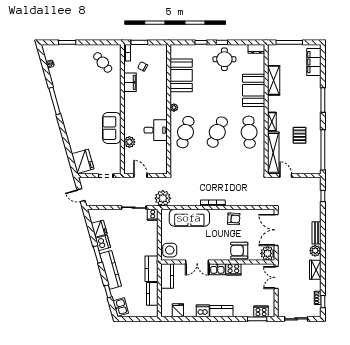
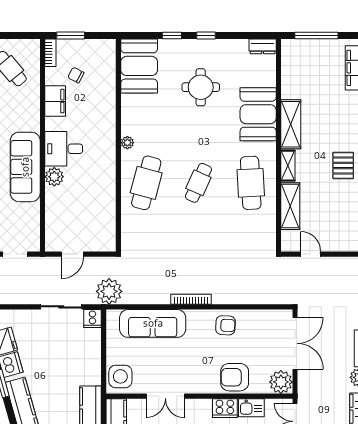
round table: (224, 59) -> (201, 87), moved
booth: (181, 75) -> (139, 66), moved
shelving: (274, 80) -> (291, 124), moved
sofa: (112, 128) -> (25, 167), width x1.36
desk: (156, 130) -> (64, 149), moved, turned 180
cafe table: (217, 132) -> (198, 183), width x0.73, depth x0.74
pallet: (300, 135) -> (343, 165), moved
plant: (129, 142) -> (54, 177), moved
shelving: (273, 153) -> (290, 206), width x0.68
door: (140, 176) -> (72, 254), swing flipped
double door: (276, 230) -> (295, 343), swing flipped
kitchen sink: (217, 269) -> (251, 408), moved

